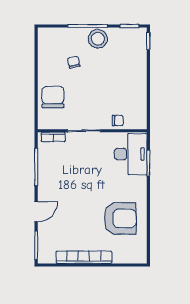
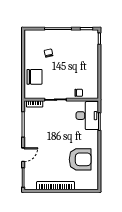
stool: (98, 39) -> (65, 37), removed
chair: (53, 97) -> (34, 77), turned 90

